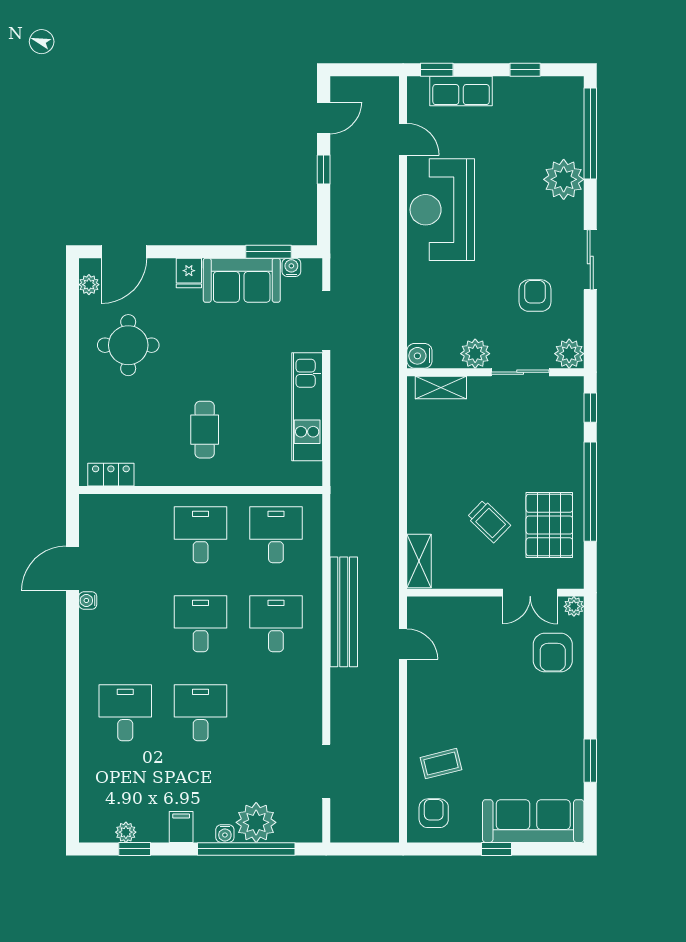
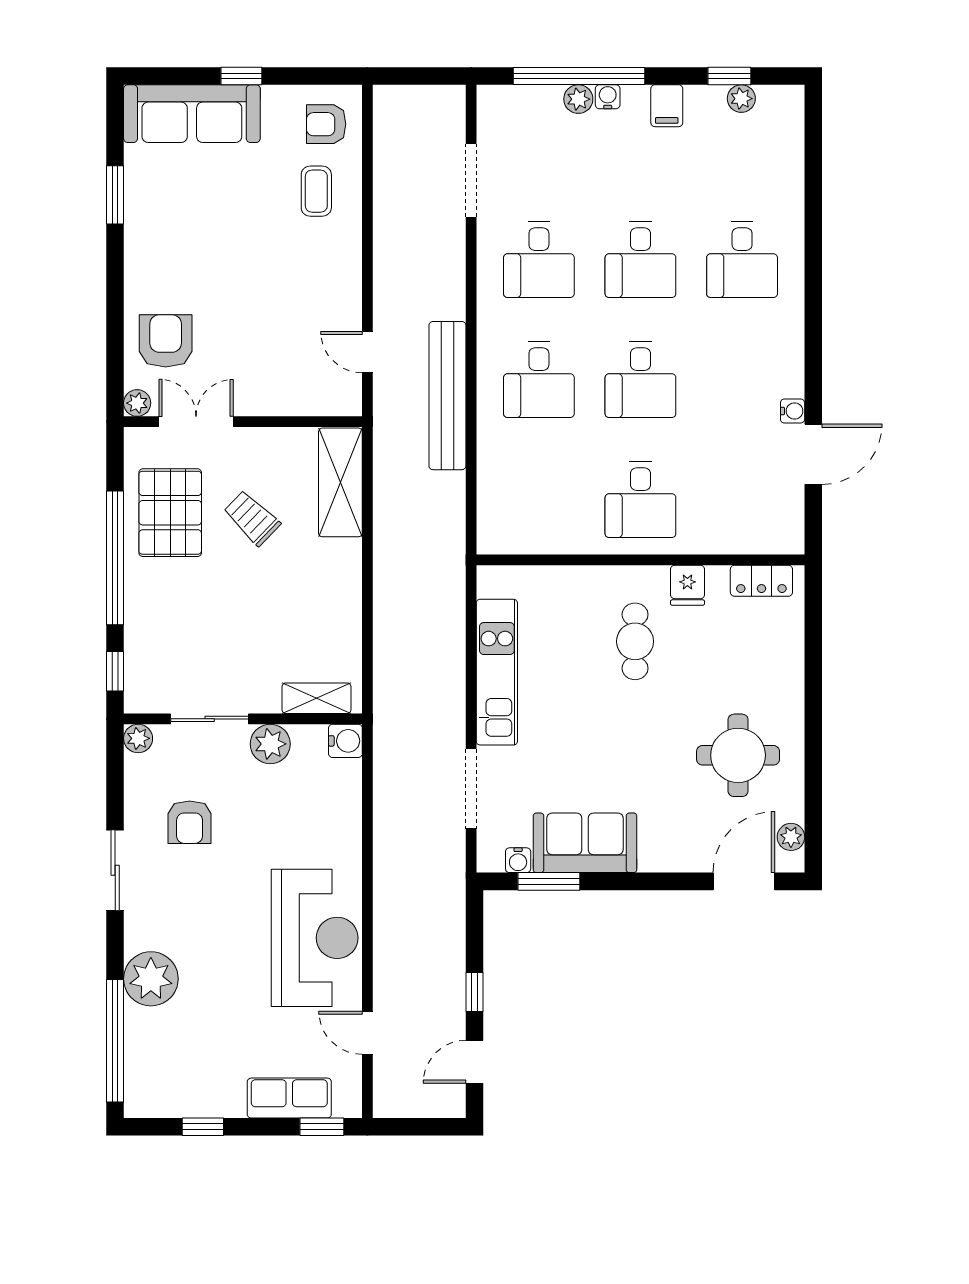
fridge: (189, 273) -> (687, 585), moved, turned 180
plant: (569, 354) -> (138, 738), width x0.73, depth x0.73
desk: (276, 535) -> (539, 260), moved
shelving: (419, 561) -> (340, 482), width x1.50, depth x1.33
coffee table: (441, 764) -> (316, 191), turned -76
armchair: (434, 813) -> (326, 124), turned 90
plant: (256, 822) -> (578, 99), width x0.53, depth x0.53

